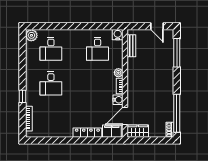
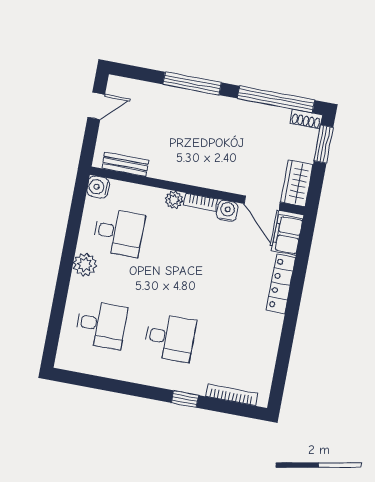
plant: (31, 35) -> (85, 265), moved
window: (177, 53) -> (192, 83), moved
window: (159, 140) -> (324, 144), added

